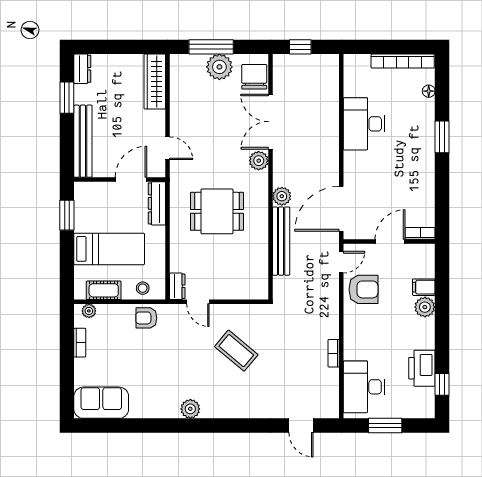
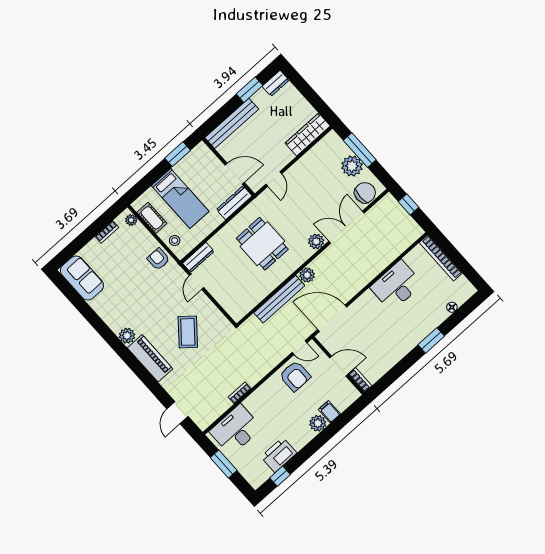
bookcase: (403, 61) -> (441, 258), moved
dresser: (177, 286) -> (198, 257), width x1.44
piano: (229, 406) -> (150, 358), added

